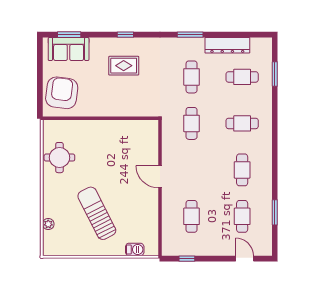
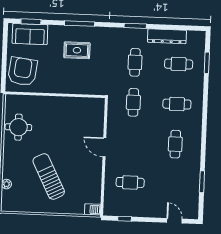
window: (125, 35) -> (80, 24), width x2.17
cafe table: (192, 216) -> (130, 182), turned 90
cafe table: (242, 216) -> (174, 184), removed
barbecue: (135, 249) -> (93, 209), moved

